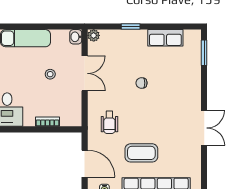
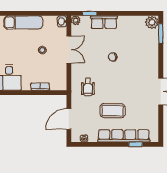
window: (131, 27) -> (90, 13), moved
row of seats: (165, 38) -> (104, 22), moved
plant: (193, 38) -> (152, 22), added
door: (85, 164) -> (69, 119), swing flipped

